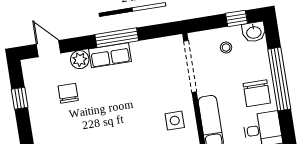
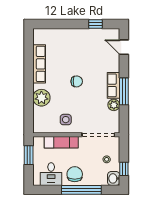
door: (48, 49) -> (124, 47), swing flipped
plant: (80, 60) -> (114, 105), moved
chair: (68, 93) -> (77, 81), moved
chair: (257, 93) -> (75, 174), turned 90

